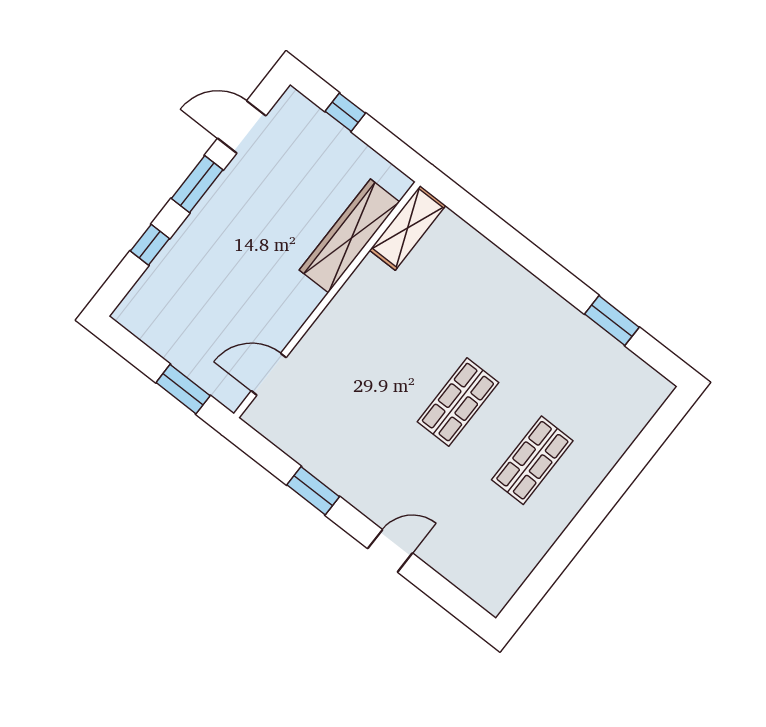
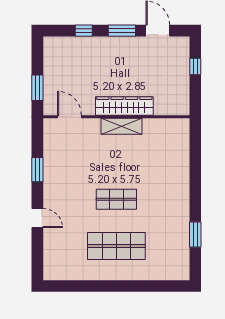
shelving: (408, 228) -> (122, 126), moved
wardrobe: (349, 236) -> (124, 106), moved
shop shelf: (532, 460) -> (116, 246), width x1.43, depth x1.36

